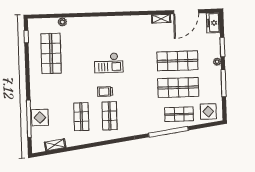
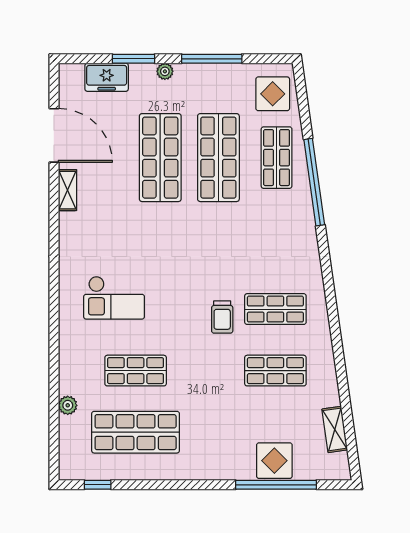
freezer: (213, 23) -> (107, 77), moved
shop shelf: (79, 53) -> (136, 371), added
checkout: (109, 63) -> (114, 298), moved, turned 90

